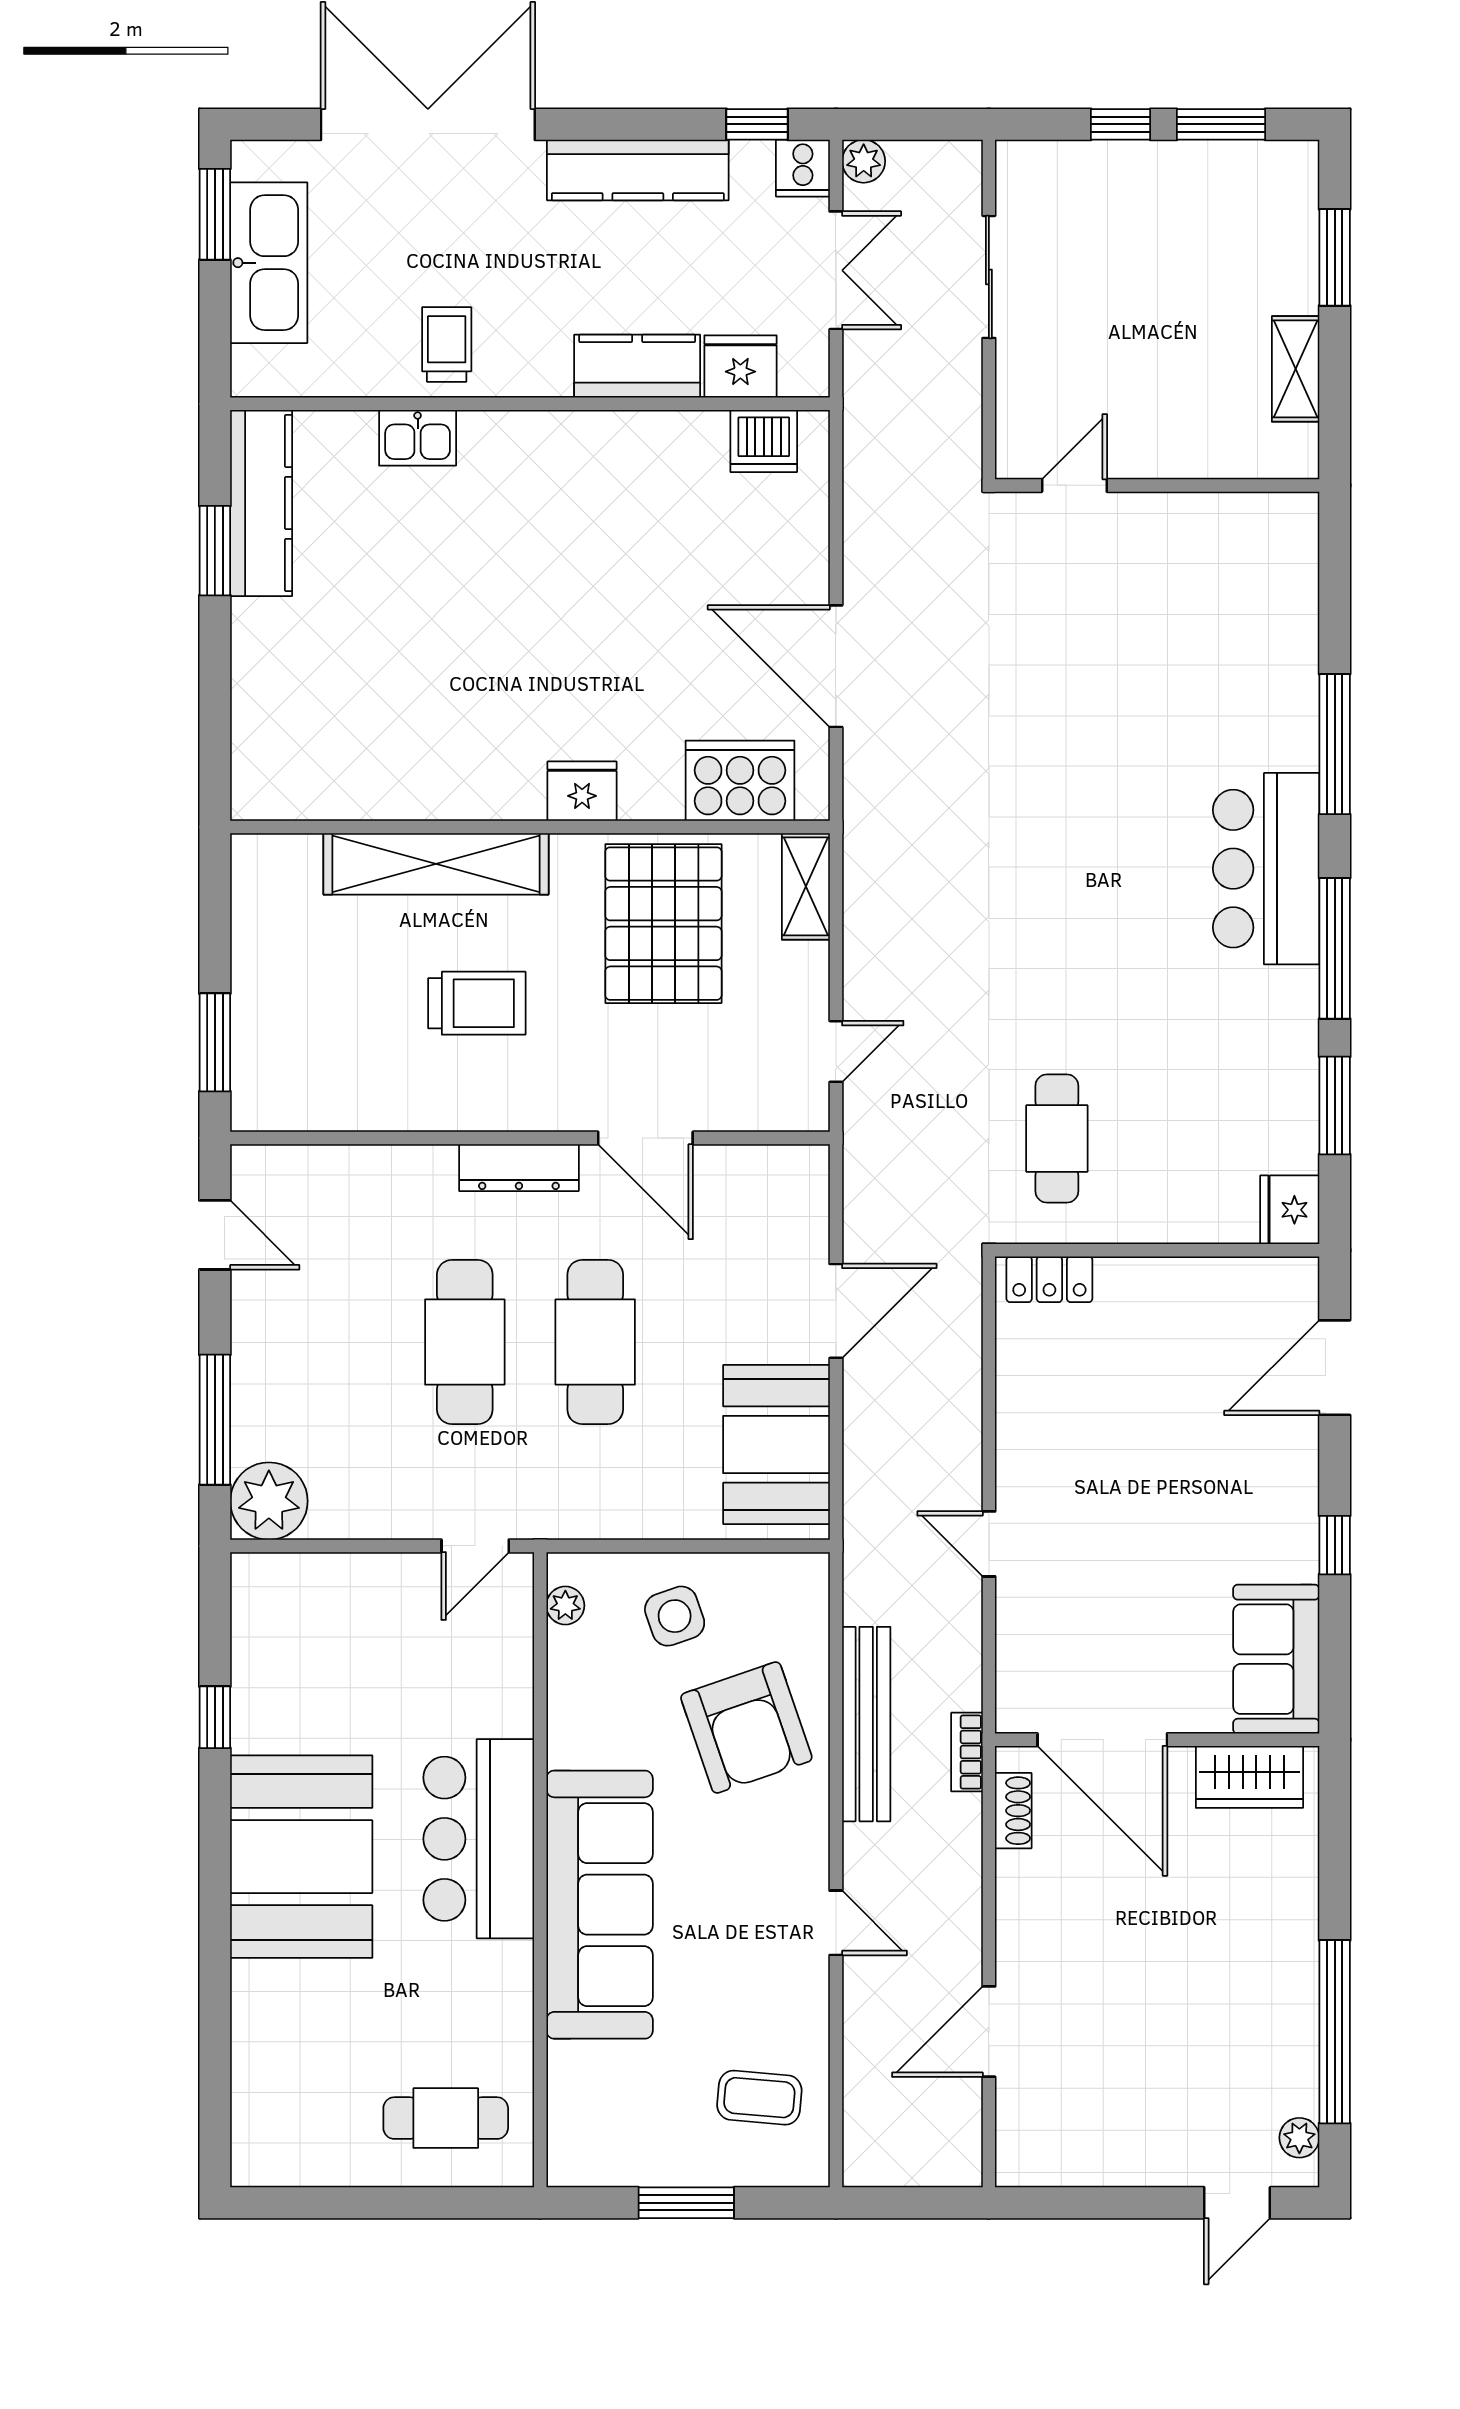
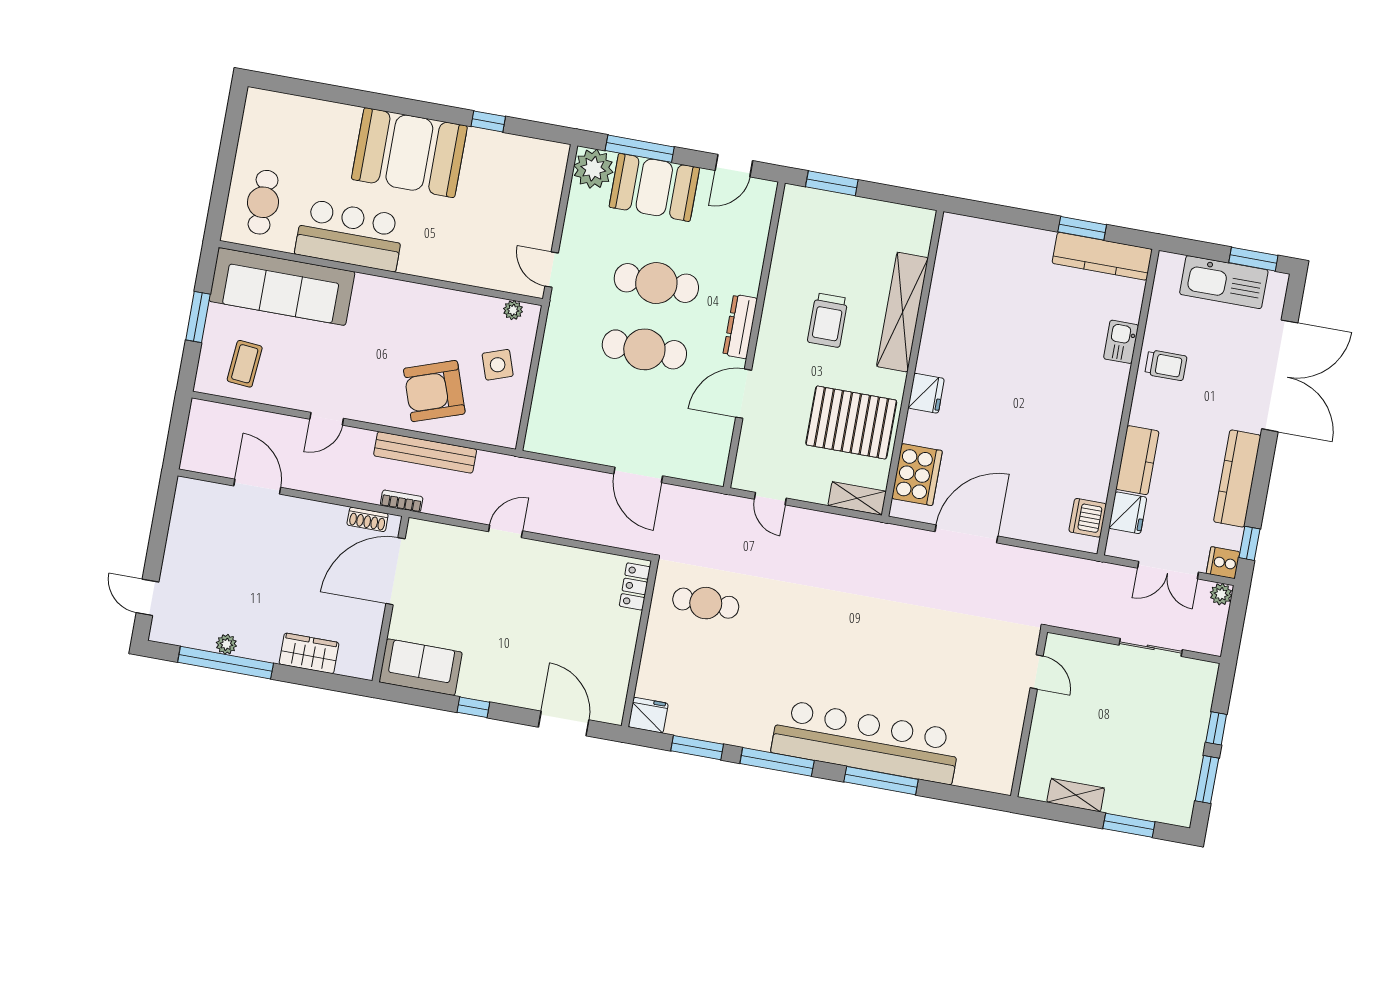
bar counter: (1266, 869) -> (866, 742), width x1.86
booth: (776, 1444) -> (654, 187), moved
wardrobe: (1249, 1777) -> (309, 653), moved, turned 90
bar counter: (479, 1839) -> (350, 235), moved
sofa: (600, 1905) -> (282, 286), moved
plant: (1299, 2138) -> (226, 644), moved

